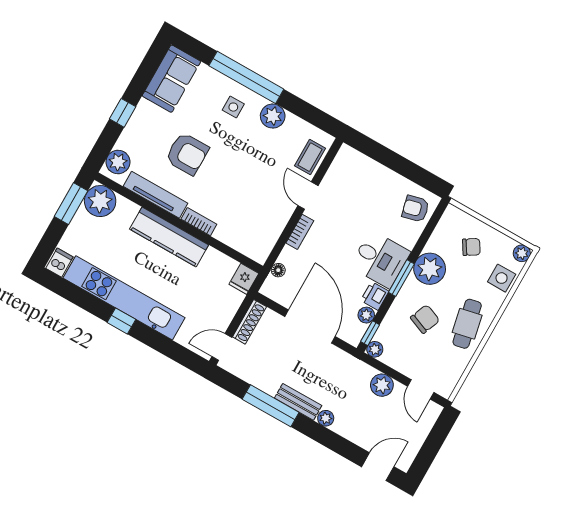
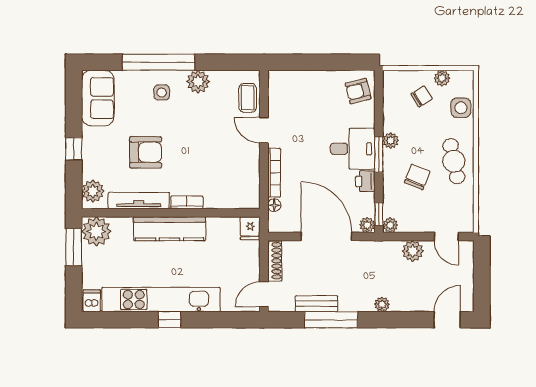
bookcase: (300, 232) -> (274, 173), width x1.56
plant: (522, 253) -> (442, 78), moved
plant: (430, 269) -> (391, 141), width x0.53, depth x0.53
plant: (366, 315) -> (367, 225), moved
bench: (298, 402) -> (317, 304), moved

